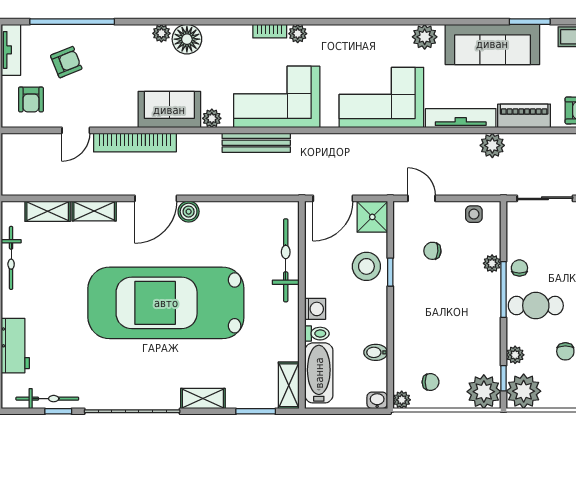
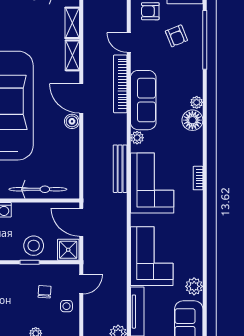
plant: (298, 34) -> (196, 198), removed
sofa: (169, 110) -> (143, 100), width x1.36
side table: (474, 214) -> (66, 306), moved

